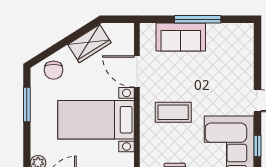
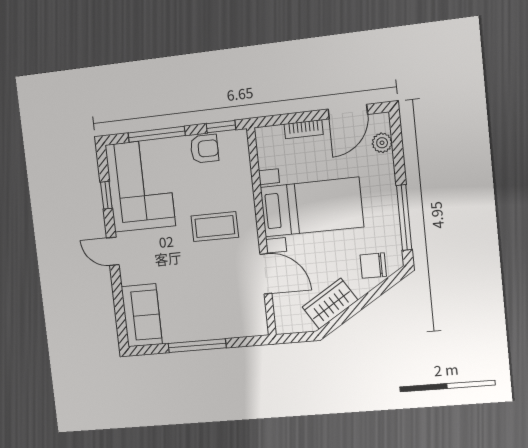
sofa: (181, 37) -> (142, 315), moved, turned 90
chair: (54, 70) -> (373, 266), turned -90
window: (27, 105) -> (404, 217), width x1.44

